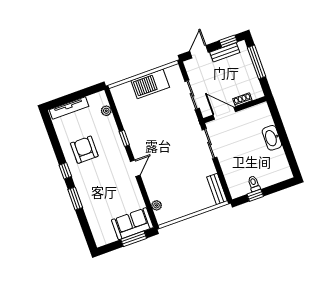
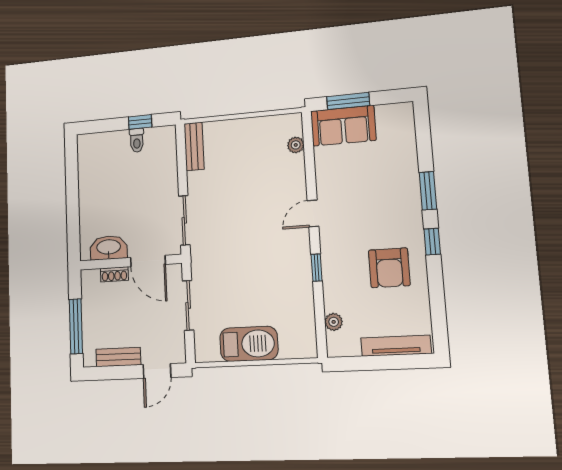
window: (228, 41) -> (108, 373), removed
washbasin: (272, 138) -> (109, 248), moved, turned -90

